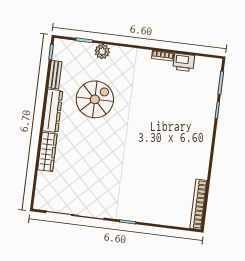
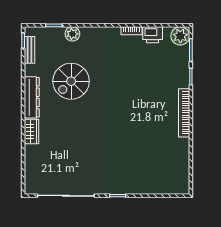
plant: (212, 67) -> (180, 36), added
bench: (55, 75) -> (30, 50), moved
spiral stairs: (95, 99) -> (71, 81), turned 180
wardrobe: (47, 152) -> (32, 131), width x0.67
bookcase: (199, 204) -> (184, 113), moved

